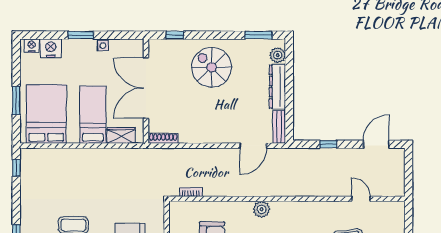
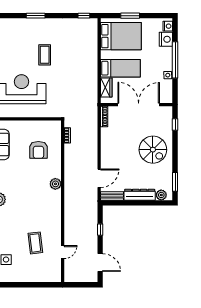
window: (81, 35) -> (175, 60), width x2.11
spiral stairs: (212, 67) -> (153, 150), turned 90
door: (253, 146) -> (99, 178), swing flipped

